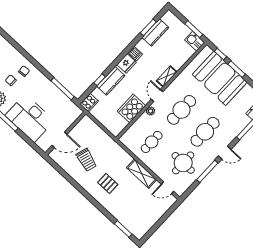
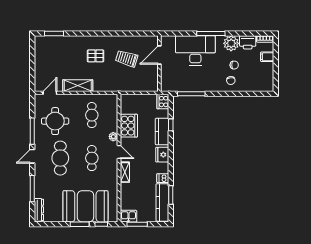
kitchen counter: (155, 32) -> (162, 202), width x1.50
dishwasher: (135, 54) -> (163, 178), moved
cafe table: (182, 110) -> (92, 158), width x0.73, depth x0.74

